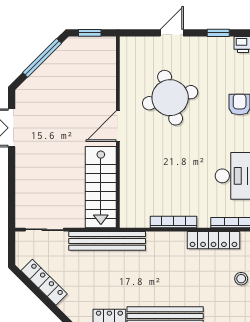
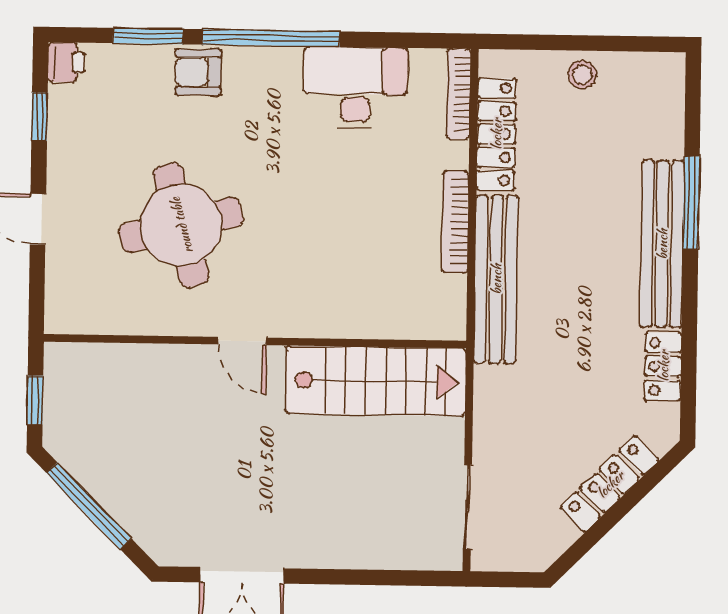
door: (118, 126) -> (242, 341), width x0.73
bench: (107, 241) -> (496, 279), moved
locker: (44, 282) -> (610, 484), moved

